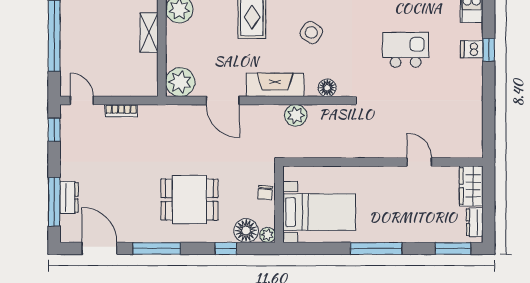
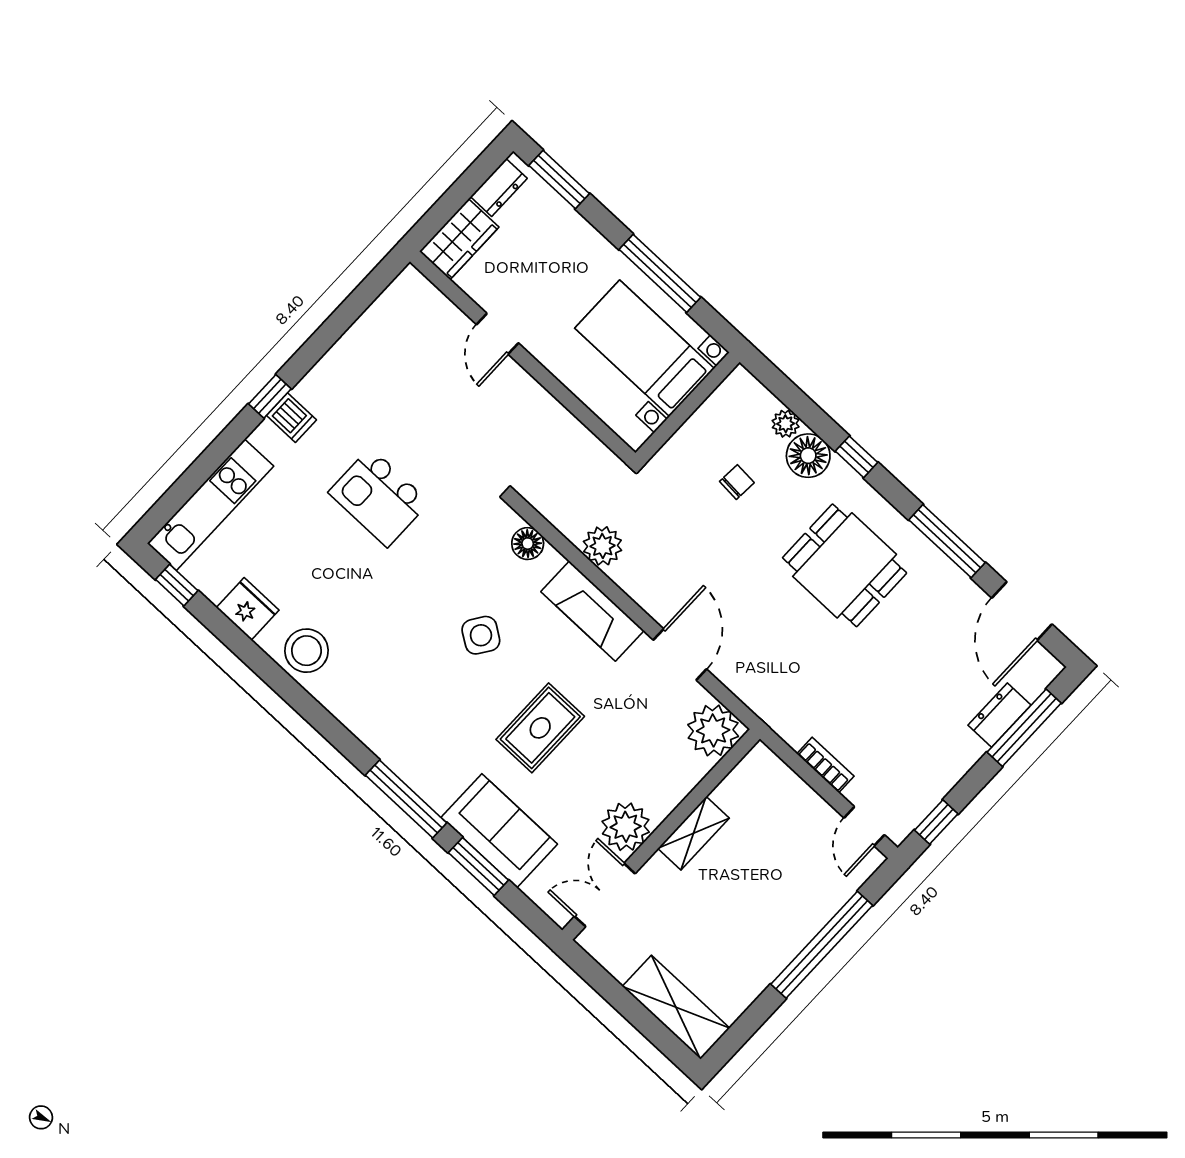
wall: (279, 204) -> (688, 408), moved
bed with nightstands: (319, 212) -> (645, 348), moved

